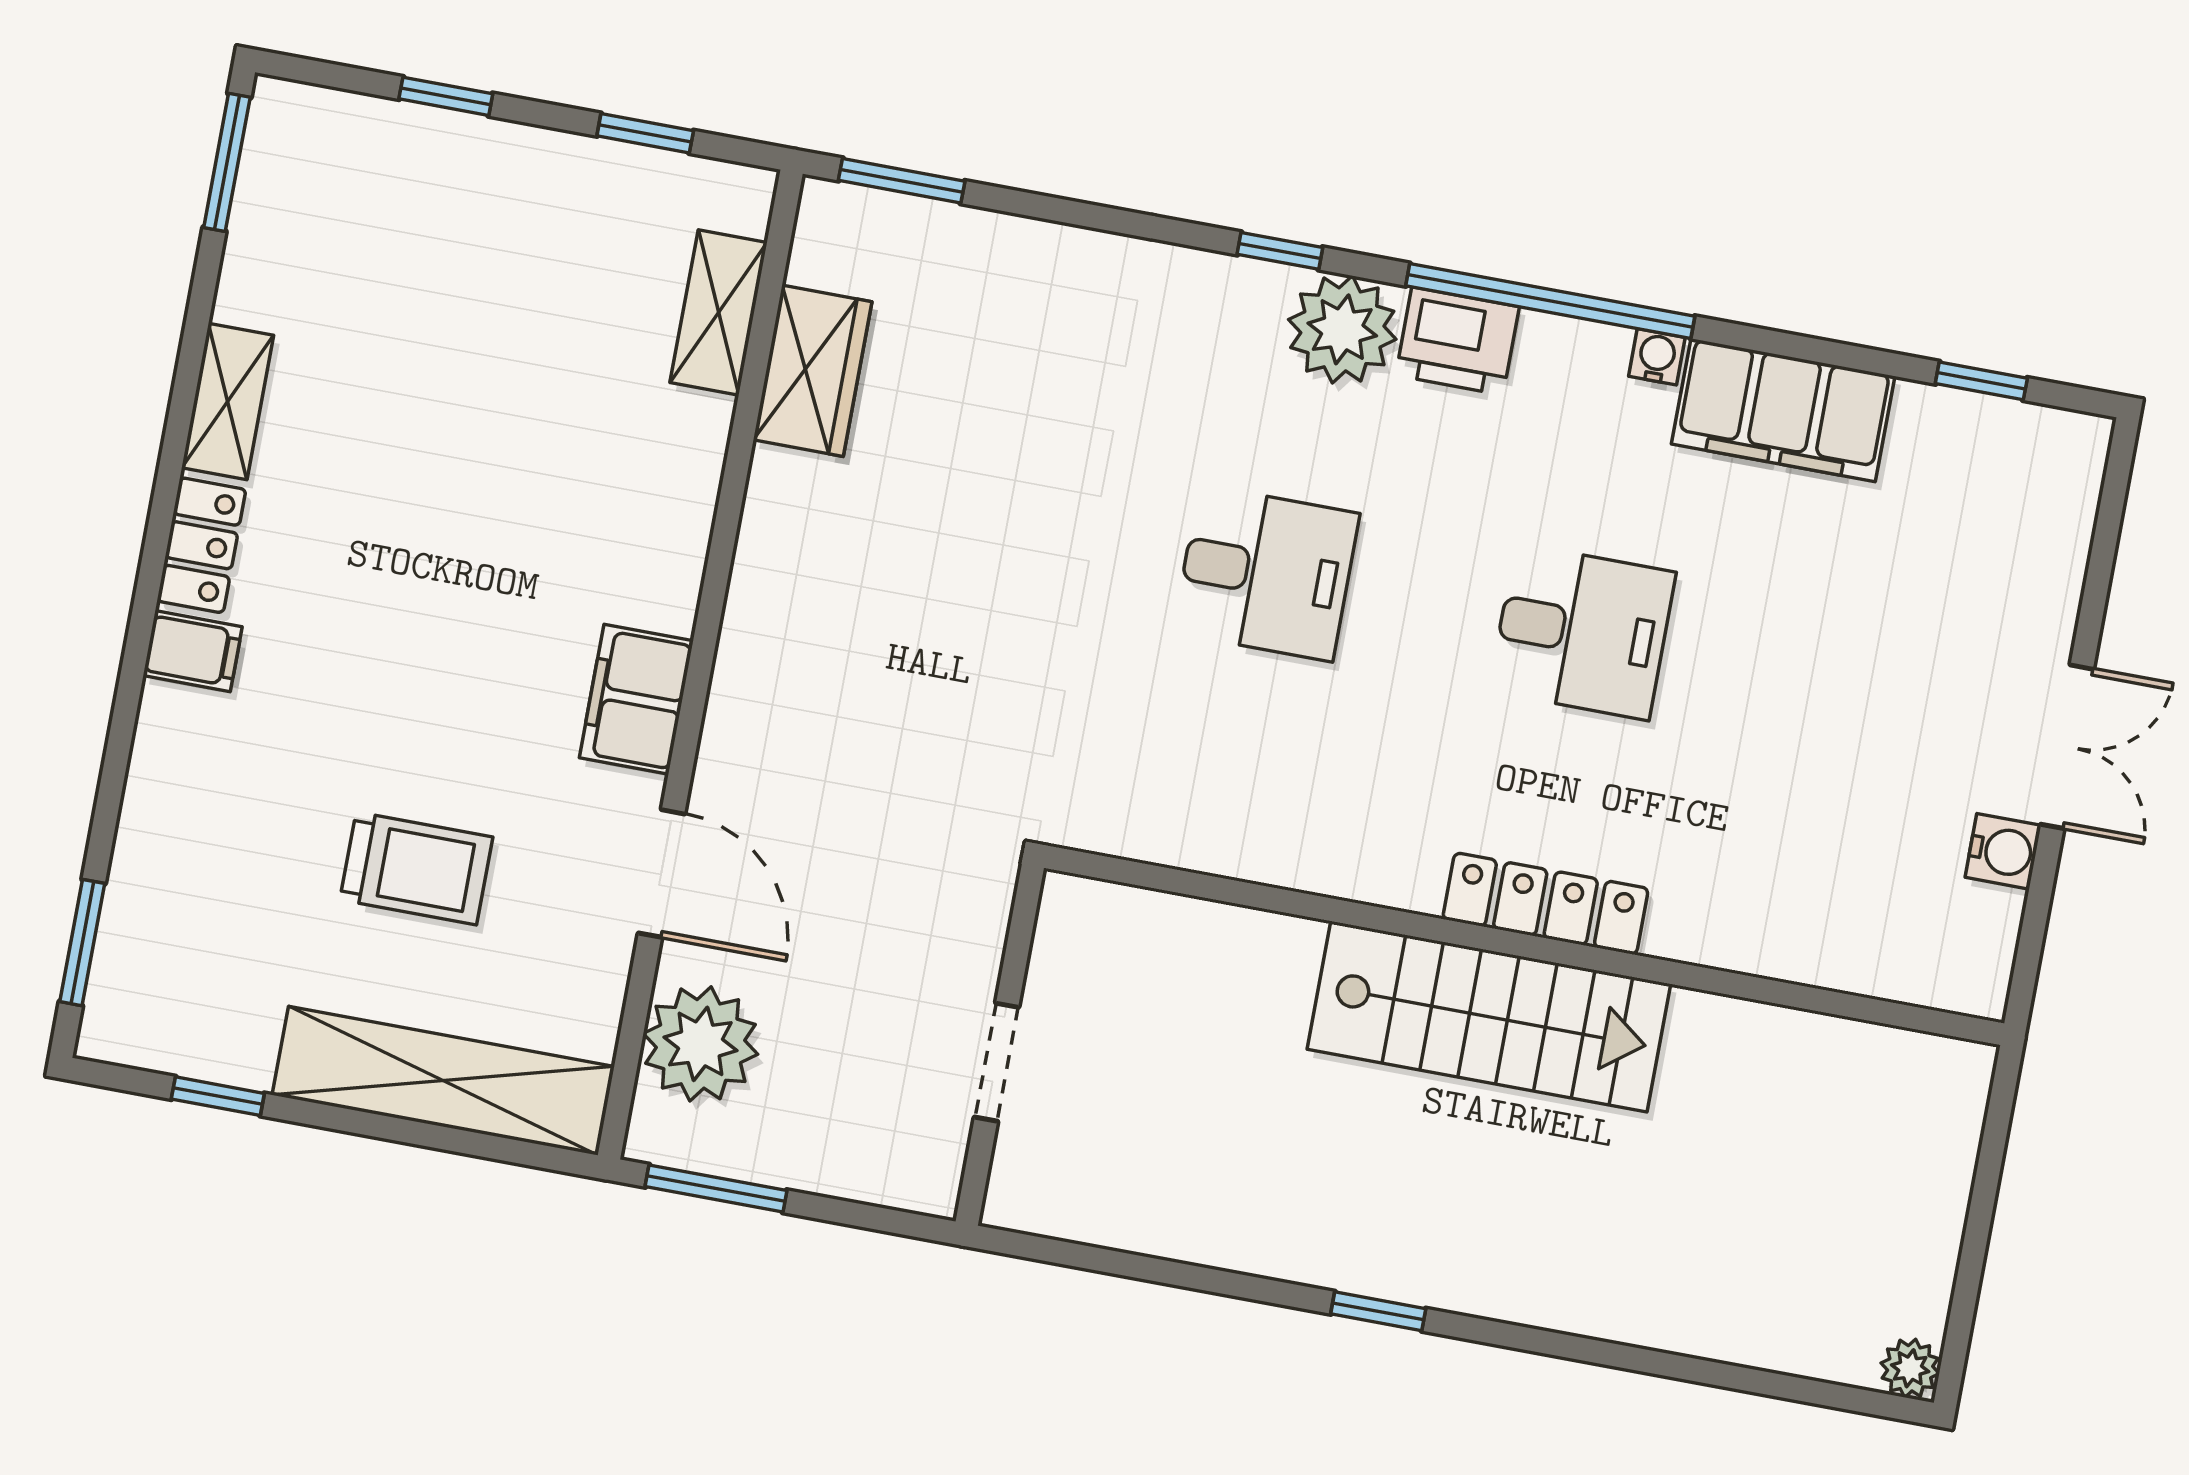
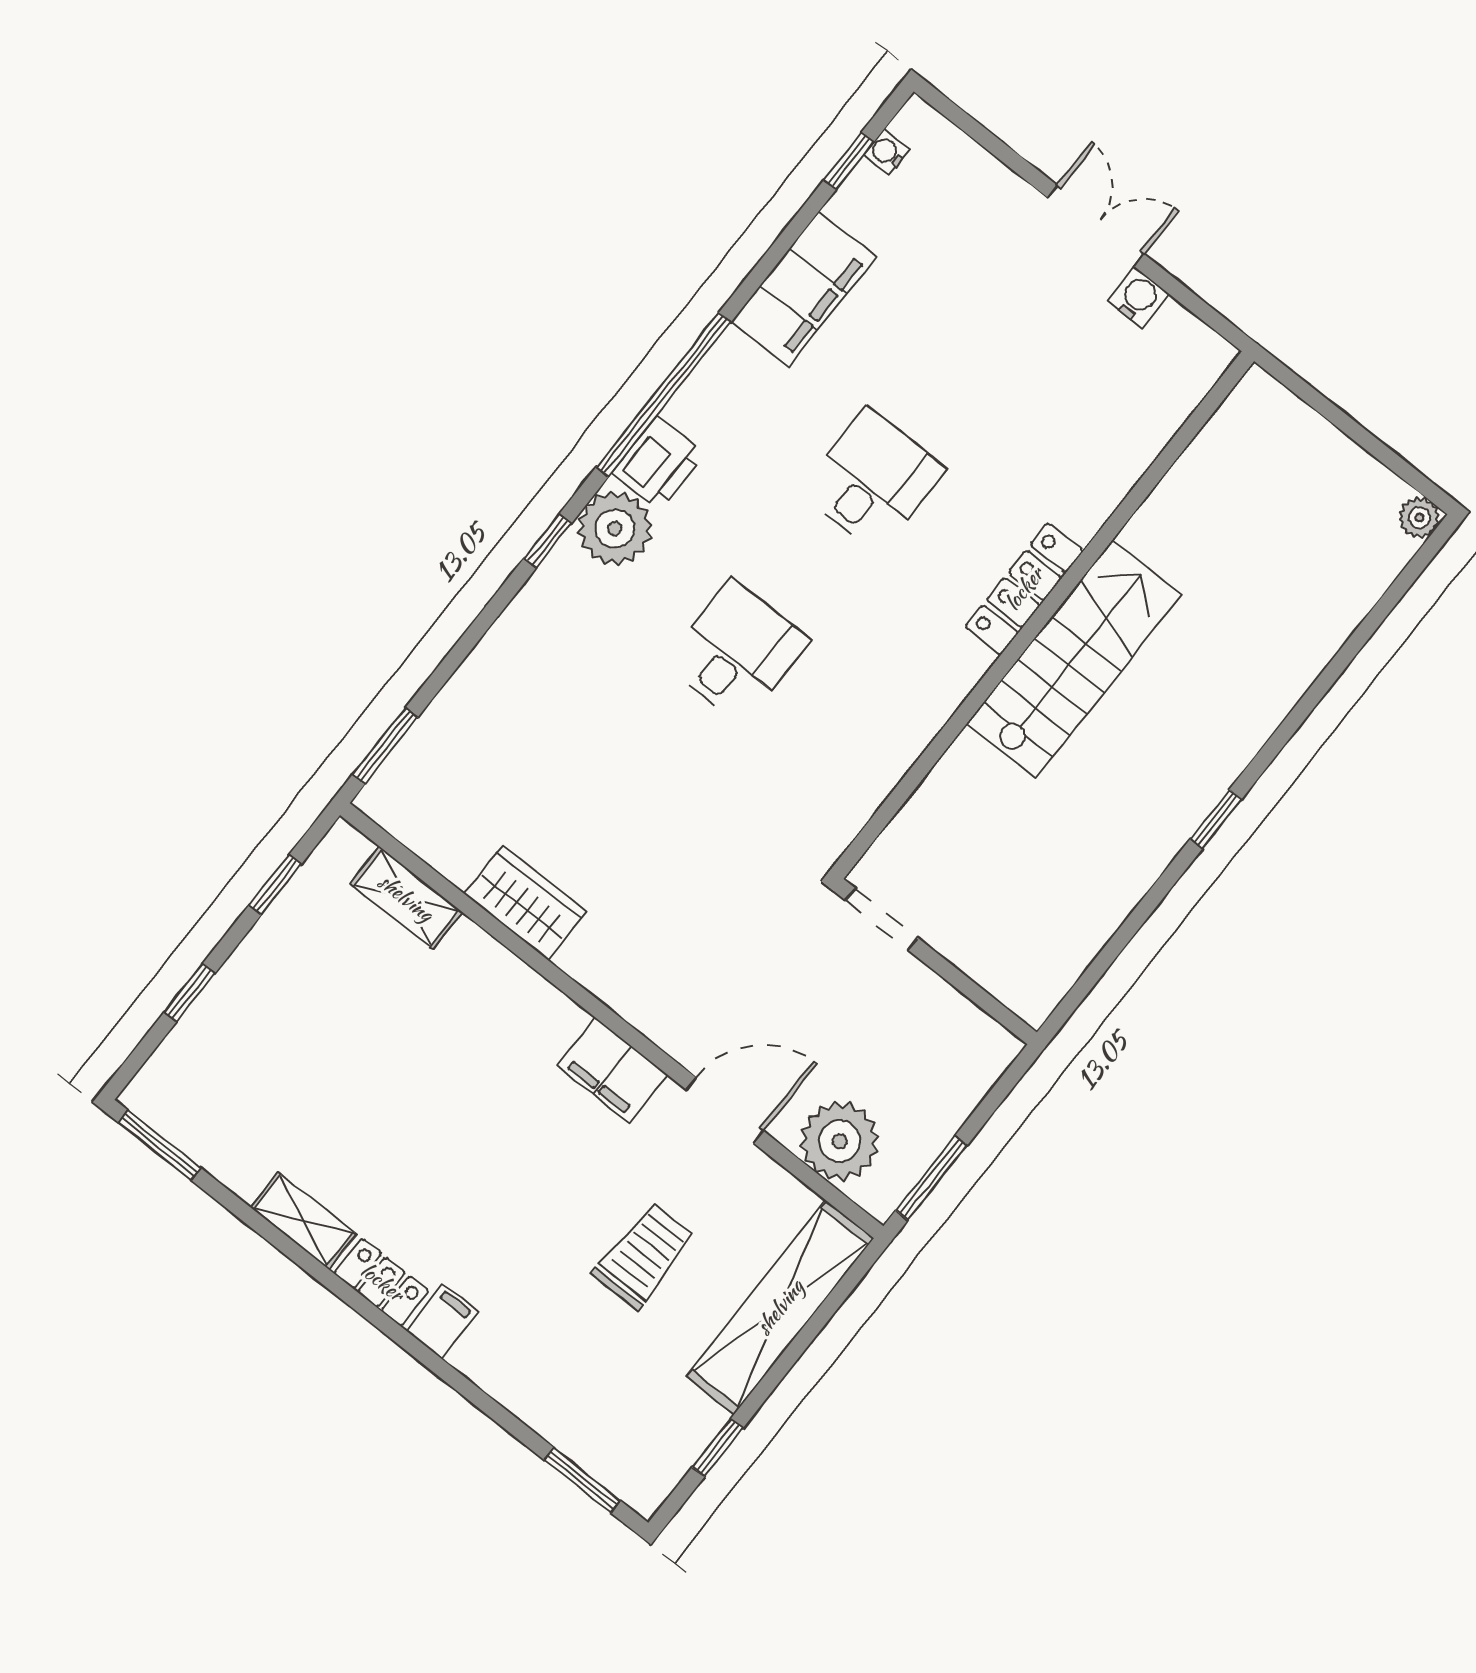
water cooler: (1657, 357) -> (887, 152), moved
wardrobe: (812, 371) -> (525, 903), moved
doorway: (997, 1062) -> (882, 919), moved

